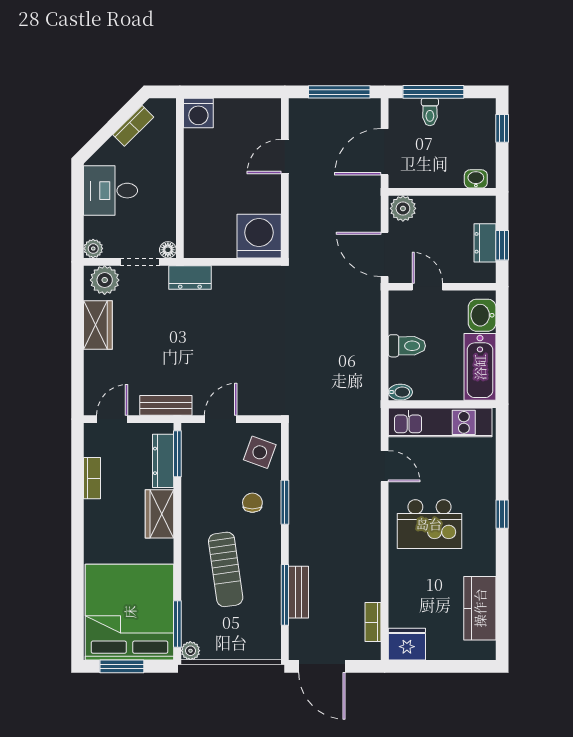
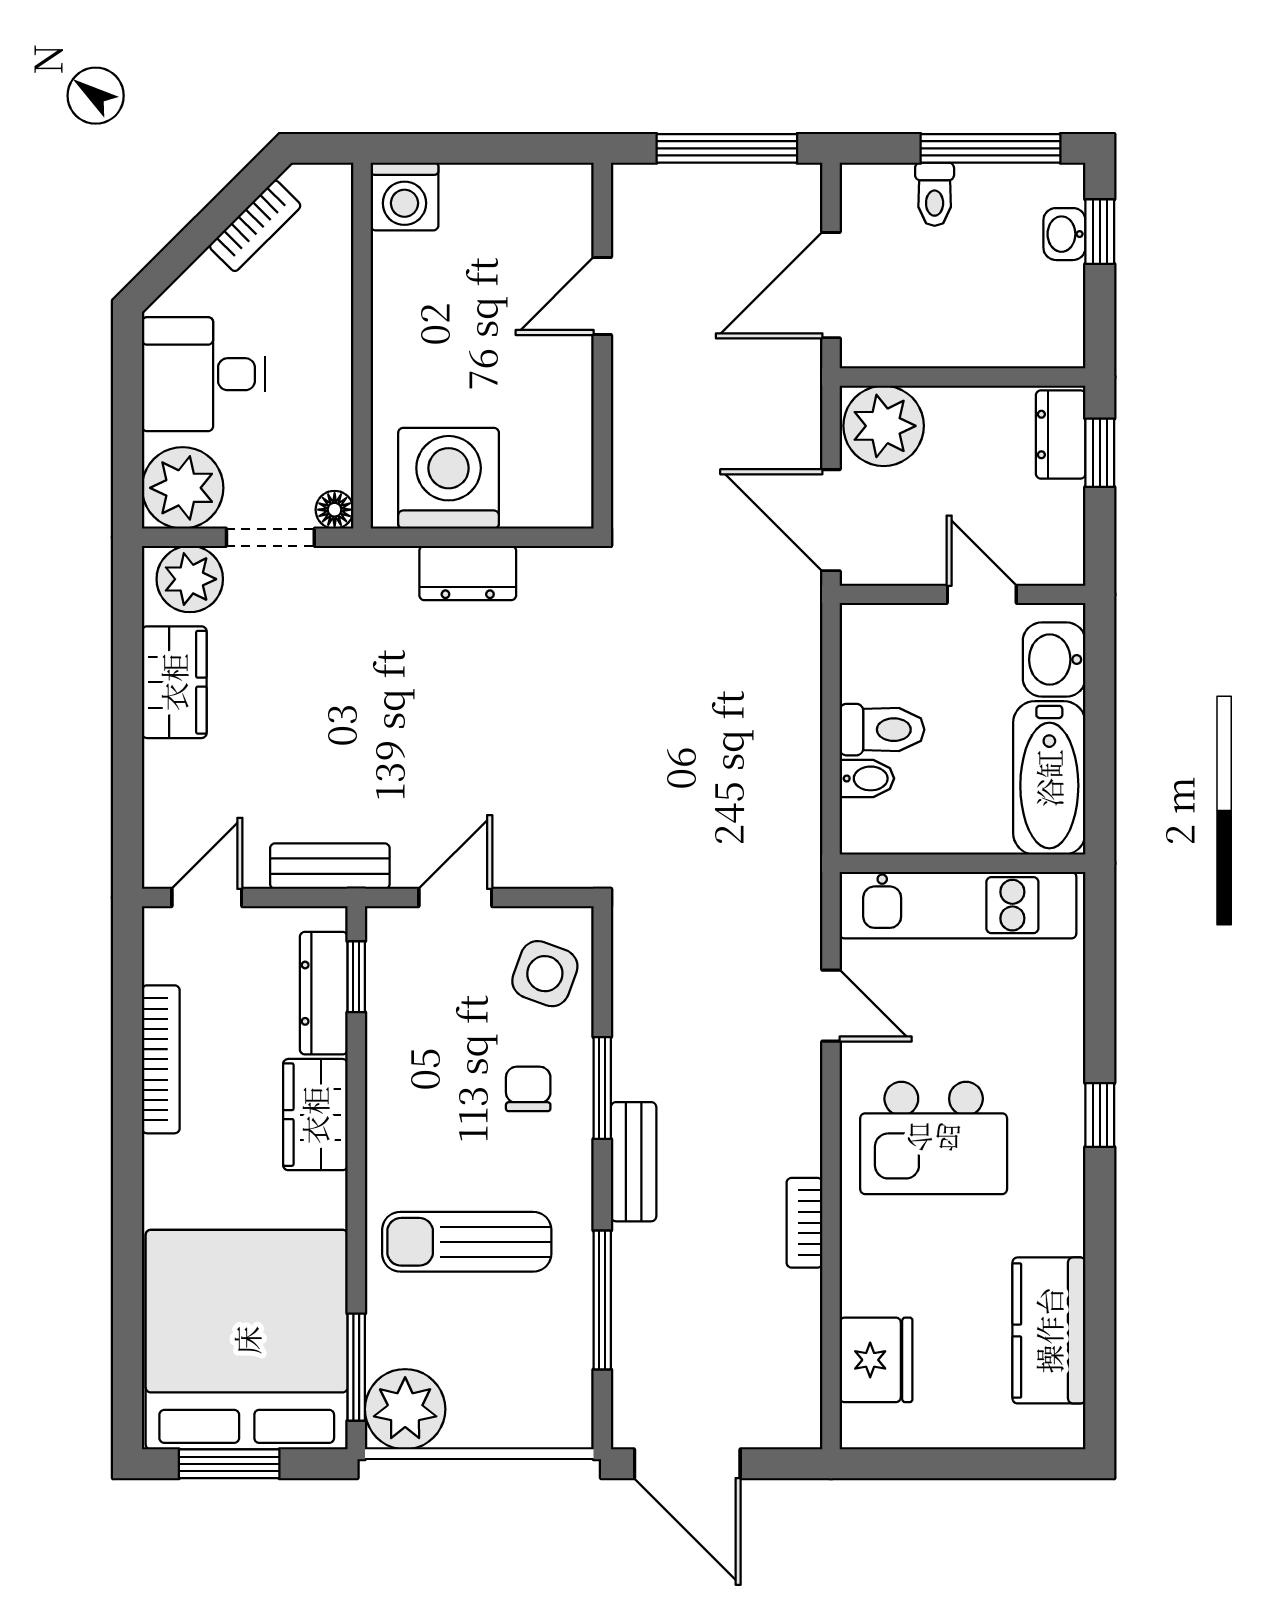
window: (433, 92) -> (990, 148), moved
washbasin: (476, 179) -> (1064, 234), moved, turned -90
plant: (403, 208) -> (884, 426), width x1.36, depth x1.36
washing machine: (259, 236) -> (449, 478), moved
dresser: (485, 243) -> (1061, 434), moved
window: (502, 245) -> (1100, 453), moved
plant: (93, 249) -> (183, 488), width x1.88, depth x1.88
dresser: (190, 277) -> (468, 573), moved
door: (427, 287) -> (982, 594), moved
bidet: (400, 392) -> (867, 778), moved
window: (177, 454) -> (356, 977), width x0.67
bookcase: (92, 478) -> (161, 1059), width x1.56
sun lounger: (226, 569) -> (467, 1242), turned 98
bench: (298, 592) -> (634, 1162), moved
bookcase: (373, 622) -> (804, 1223), moved
fridge: (407, 644) -> (876, 1360), moved, turned 90
plant: (190, 651) -> (405, 1409), width x1.88, depth x1.88

